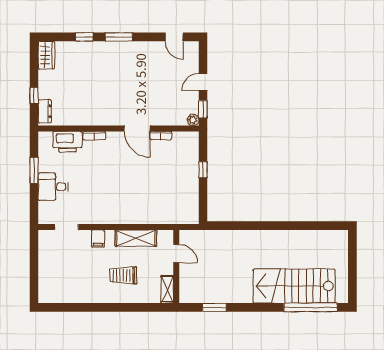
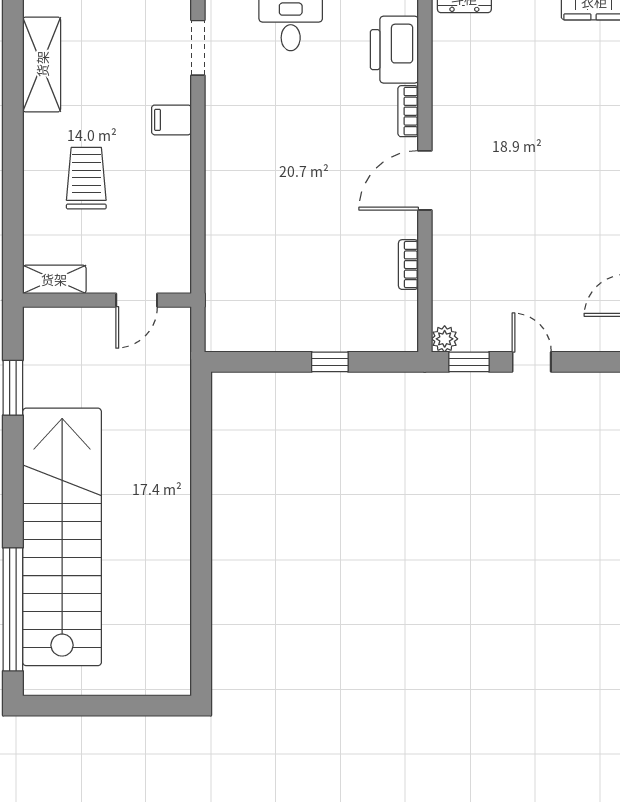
door: (137, 128) -> (425, 180), moved
shelving: (136, 238) -> (42, 64), moved
stairs: (294, 286) -> (62, 537), width x1.36

